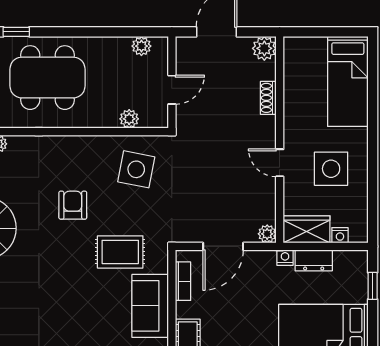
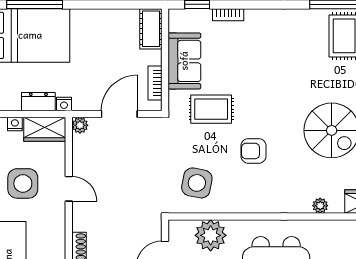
plant: (129, 119) -> (211, 235), width x1.88, depth x1.88
armchair: (73, 205) -> (253, 151), turned 90

